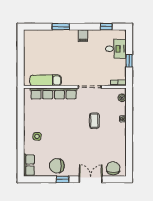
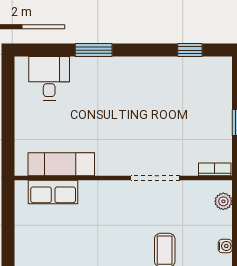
filing cabinet: (83, 36) -> (141, 69), removed
desk: (116, 49) -> (49, 78), moved, turned -90
row of seats: (54, 93) -> (53, 192), width x0.50

